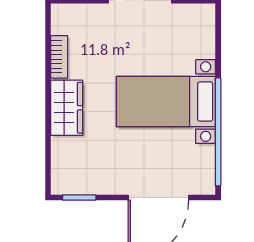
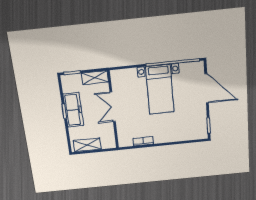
wardrobe: (67, 108) -> (167, 135), removed

